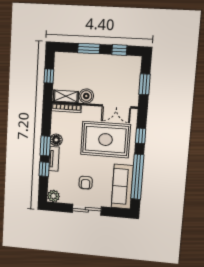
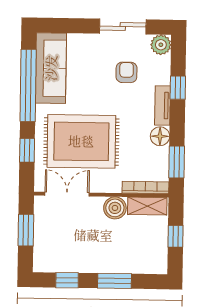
window: (45, 146) -> (177, 162), moved
armchair: (86, 183) -> (126, 72), moved
sliding door: (87, 210) -> (123, 27), moved

